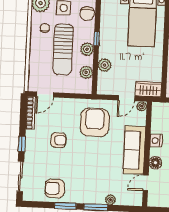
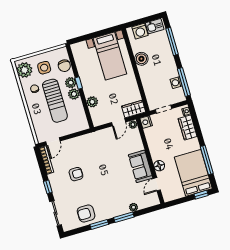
plant: (86, 72) -> (71, 83), moved
armchair: (95, 122) -> (100, 150), removed
nightstand: (156, 141) -> (146, 122), moved
sofa: (134, 150) -> (141, 166), width x0.73

